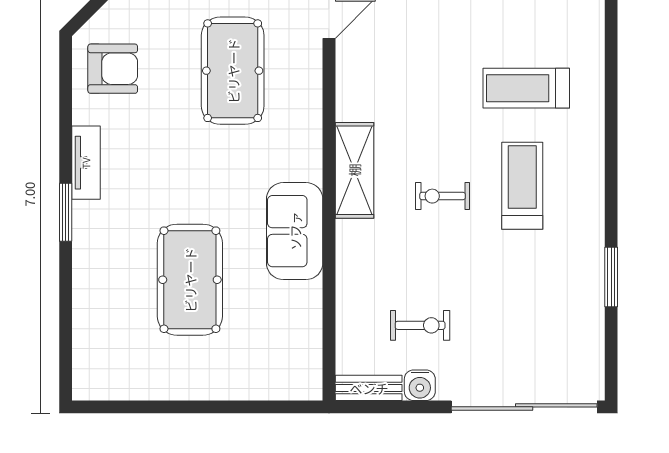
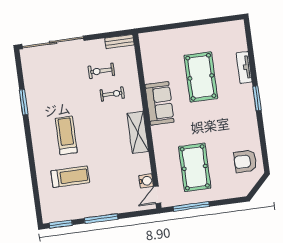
tv unit: (86, 163) -> (244, 67), moved
treadmill: (522, 186) -> (66, 135), turned 180
exercise bike: (442, 196) -> (112, 94), moved
water cooler: (420, 385) -> (146, 181), moved, turned 90

